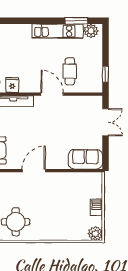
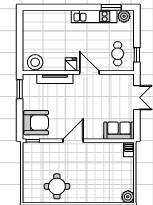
cafe table: (70, 71) -> (118, 54), moved
fridge: (12, 85) -> (71, 64), moved
barbecue: (96, 207) -> (129, 149), moved

